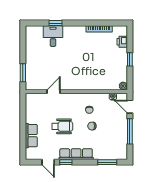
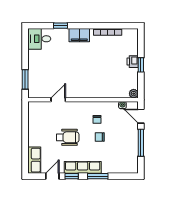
filing cabinet: (73, 32) -> (79, 35), added
desk: (53, 36) -> (39, 39), moved, turned -90
printer: (122, 42) -> (133, 62), moved
row of seats: (31, 136) -> (34, 160), moved
door: (48, 162) -> (52, 176), swing flipped
window: (107, 162) -> (98, 176), moved

